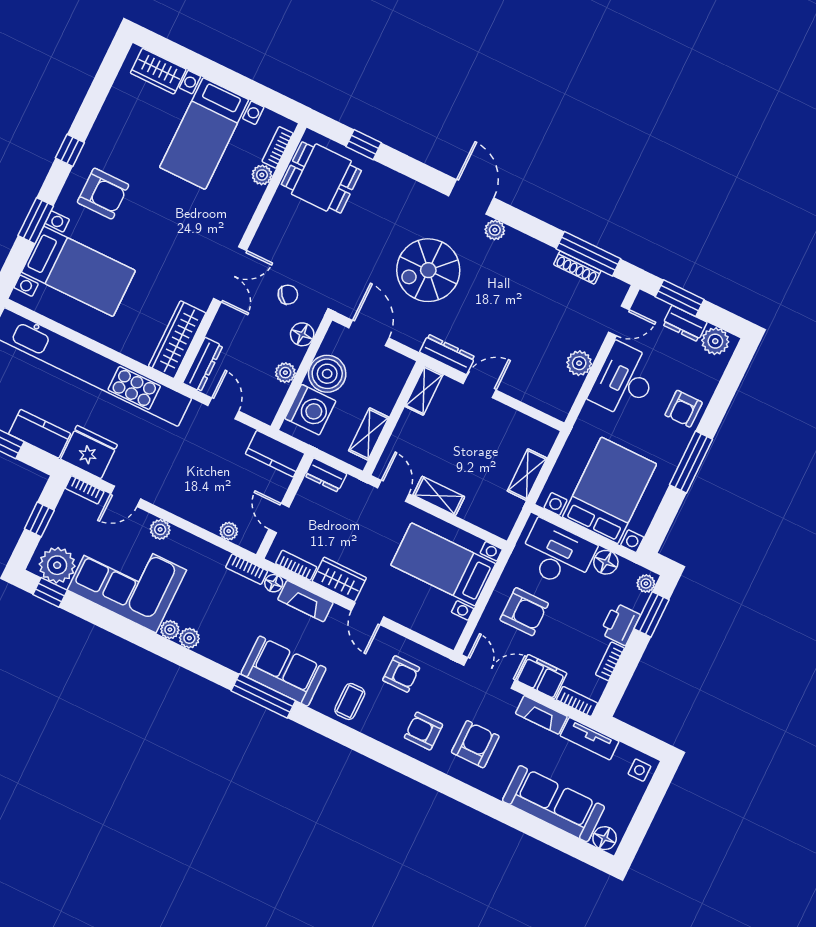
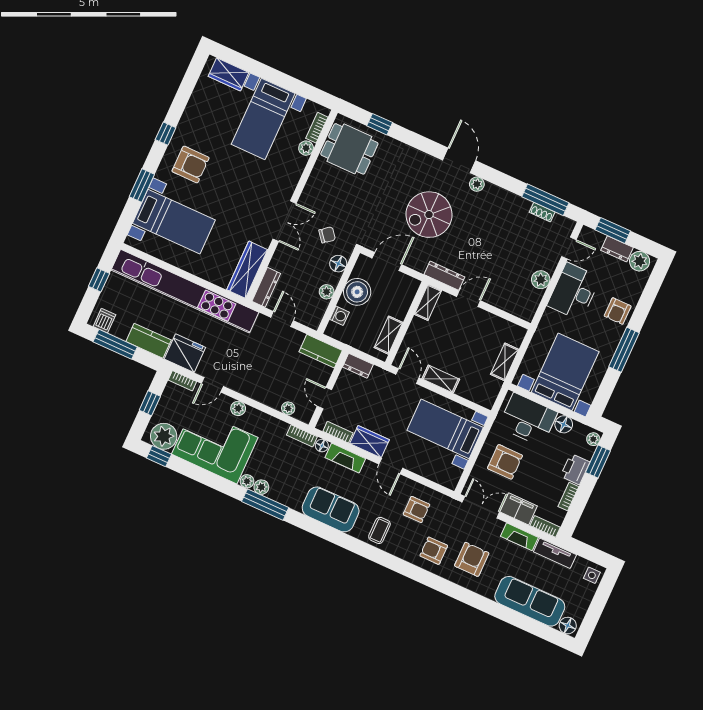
shoe rack: (577, 268) -> (542, 212), width x0.70
door: (369, 333) -> (387, 261), hinge flipped
washing machine: (310, 410) -> (340, 316), width x0.53, depth x0.53
window: (263, 696) -> (265, 505), moved

